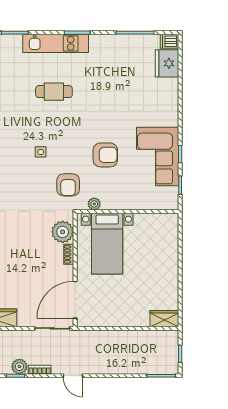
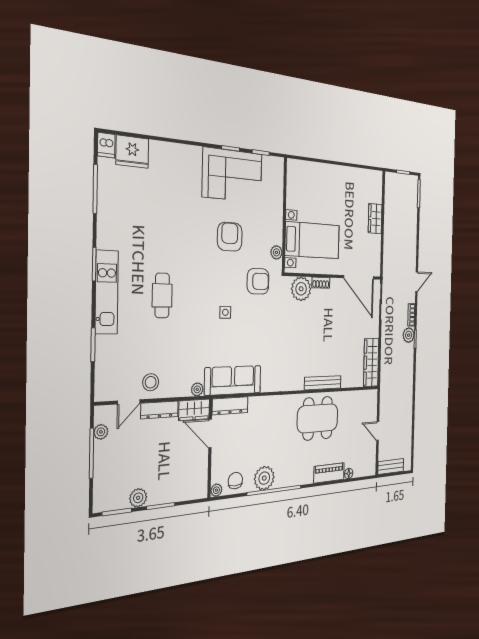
wardrobe: (164, 319) -> (375, 219), moved

